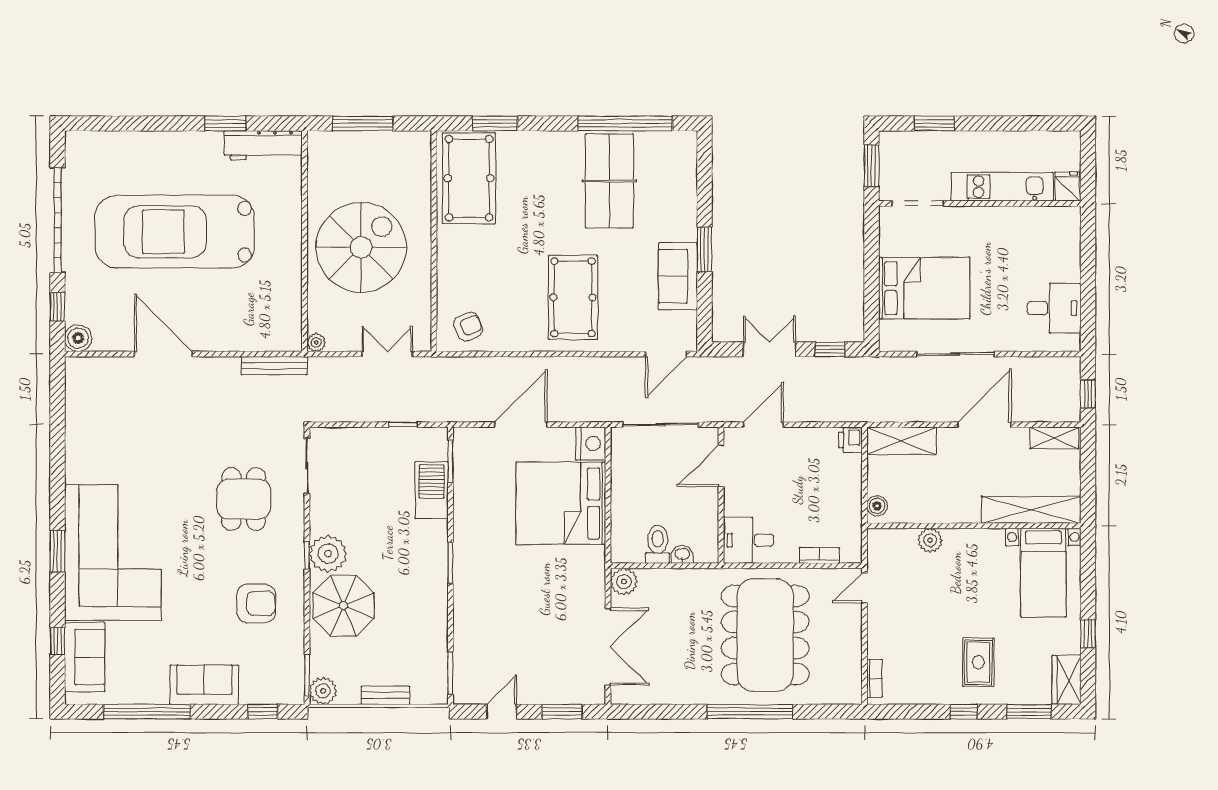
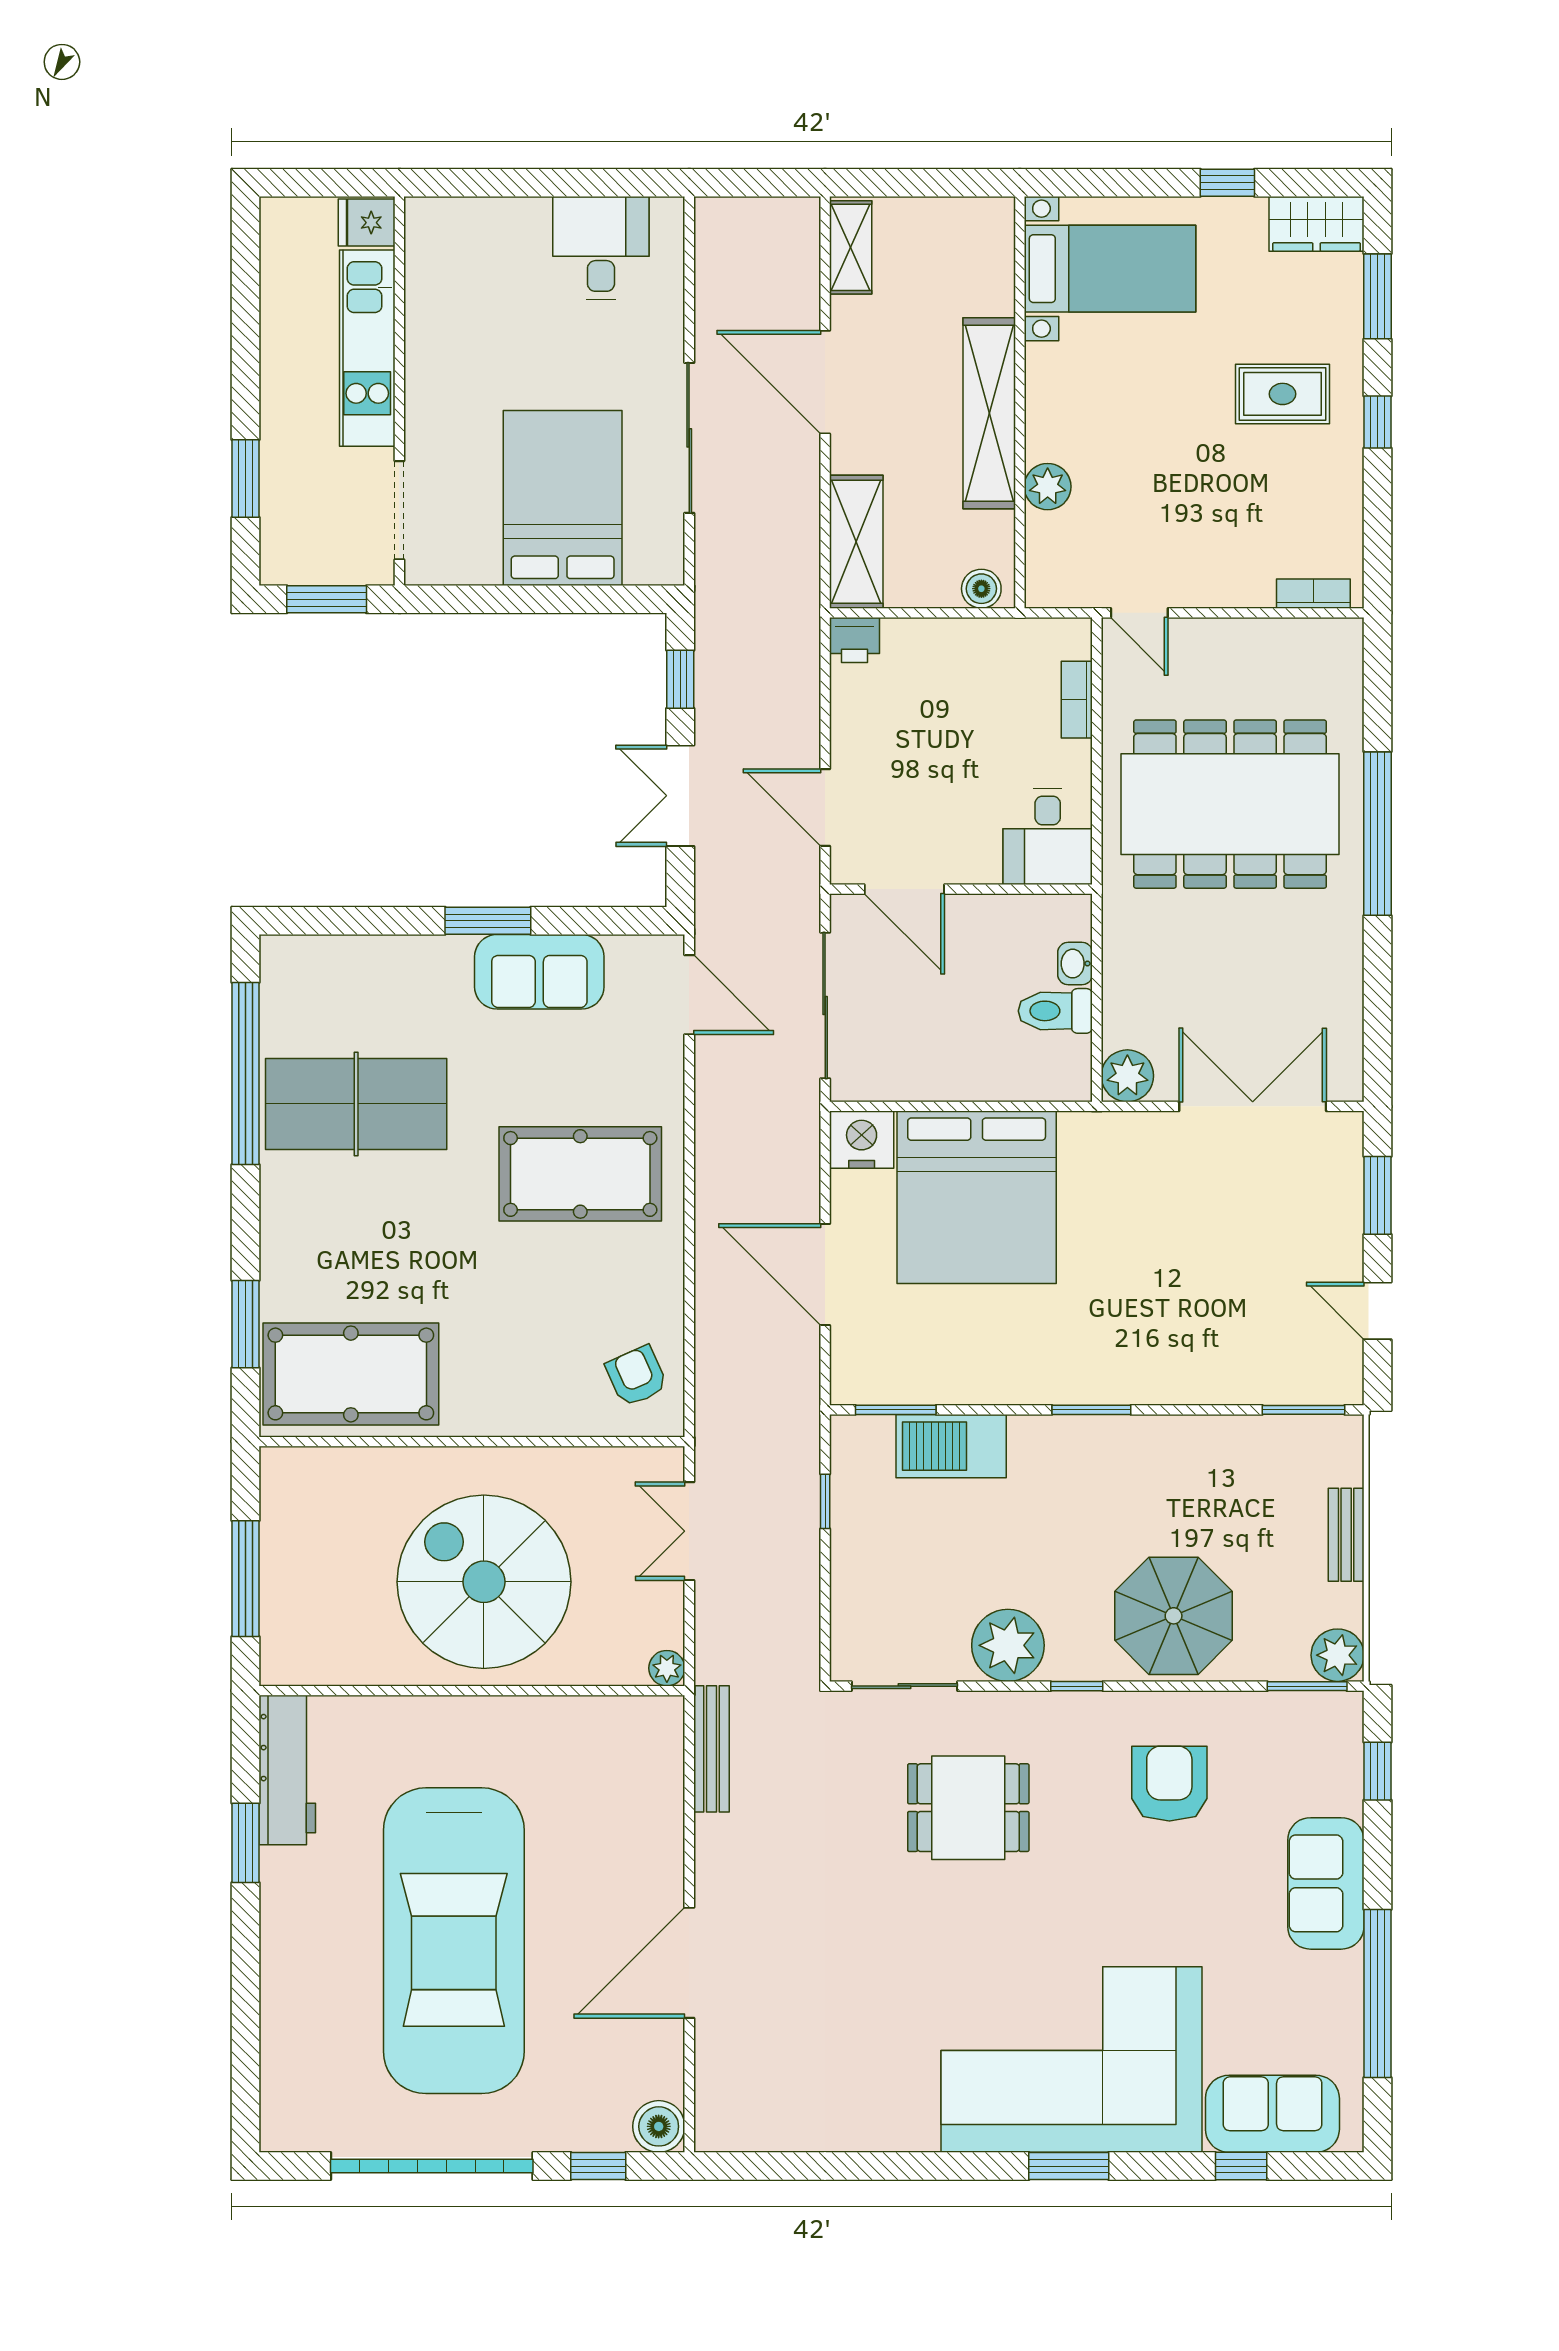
window: (1088, 394) -> (766, 183), removed
shelving: (1031, 510) -> (989, 413), moved
plant: (328, 554) -> (1008, 1645), moved

